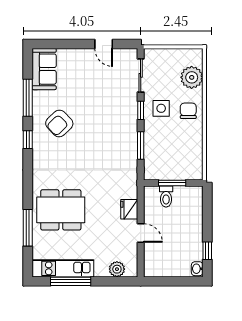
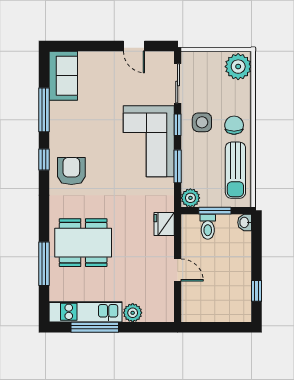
plant: (192, 77) -> (238, 67), moved
armchair: (59, 123) -> (71, 171), moved, turned 134
corner sofa: (116, 124) -> (149, 141), added
sun lounger: (189, 149) -> (235, 170), added
plant: (151, 172) -> (190, 198), added
fridge: (129, 209) -> (164, 224), moved
plant: (117, 269) -> (133, 313), moved
washbasin: (197, 269) -> (245, 222), moved

